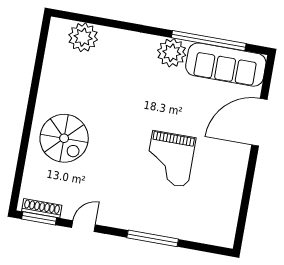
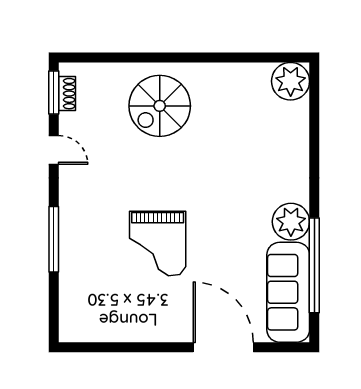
plant: (83, 37) -> (291, 81), moved
grand piano: (170, 159) -> (158, 243), turned -90
shoe rack: (42, 208) -> (67, 94), width x0.70

